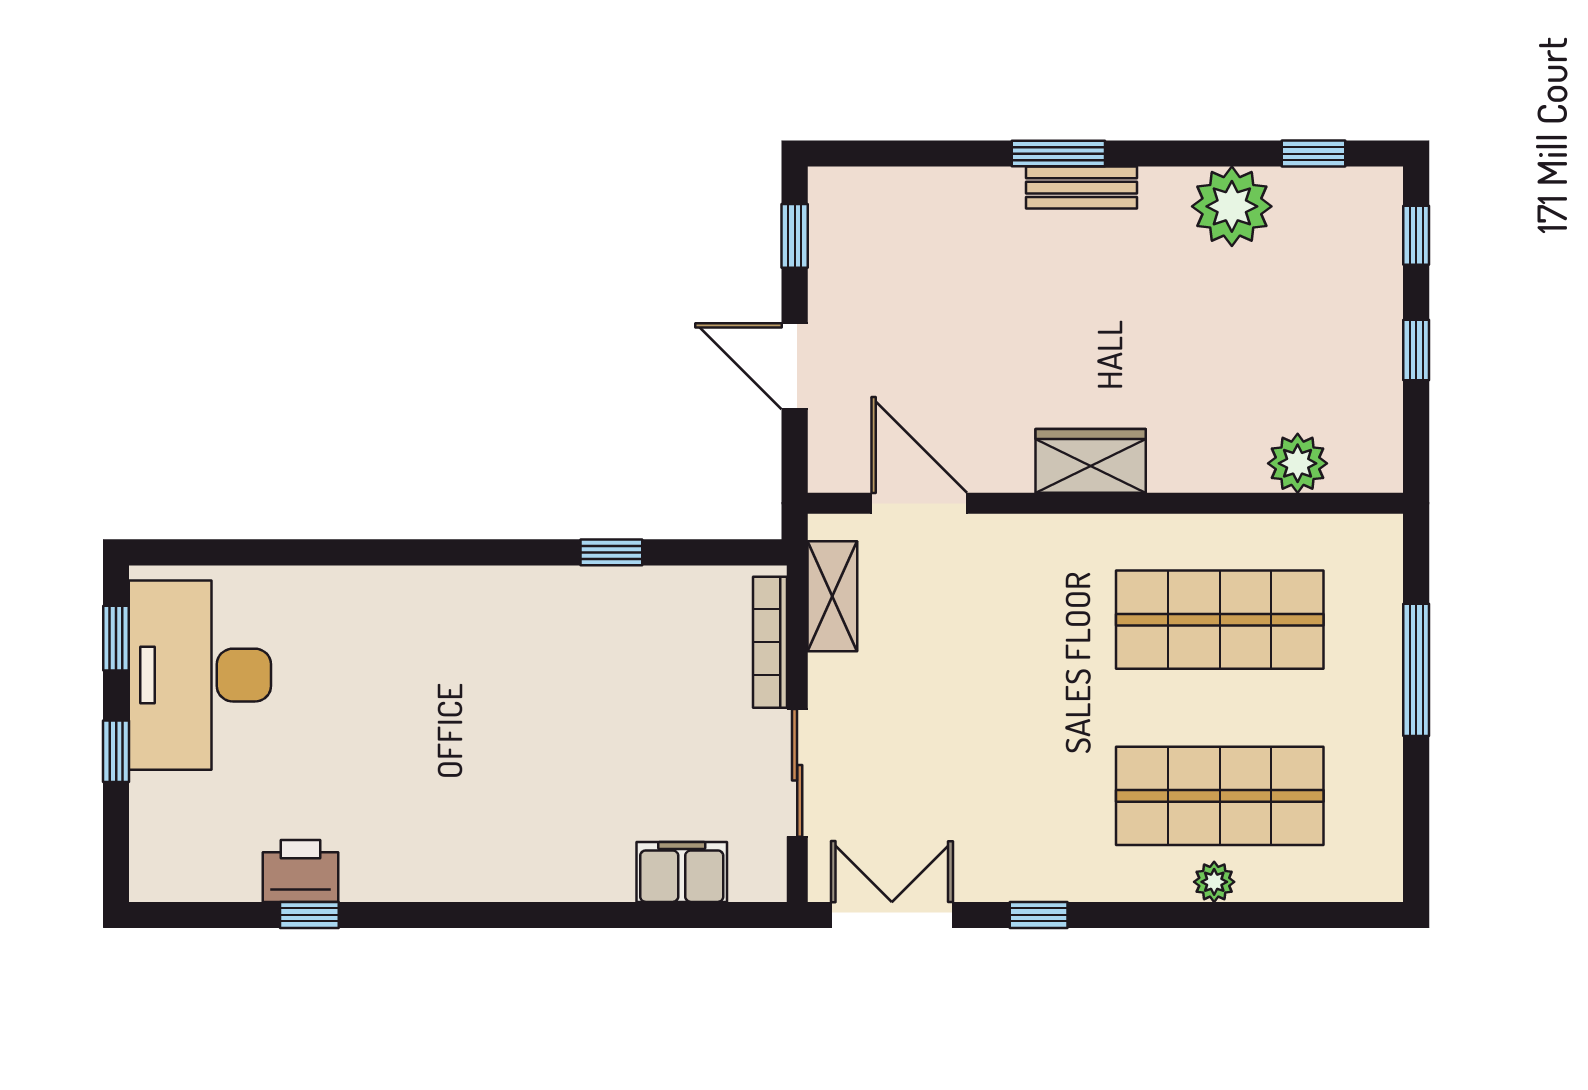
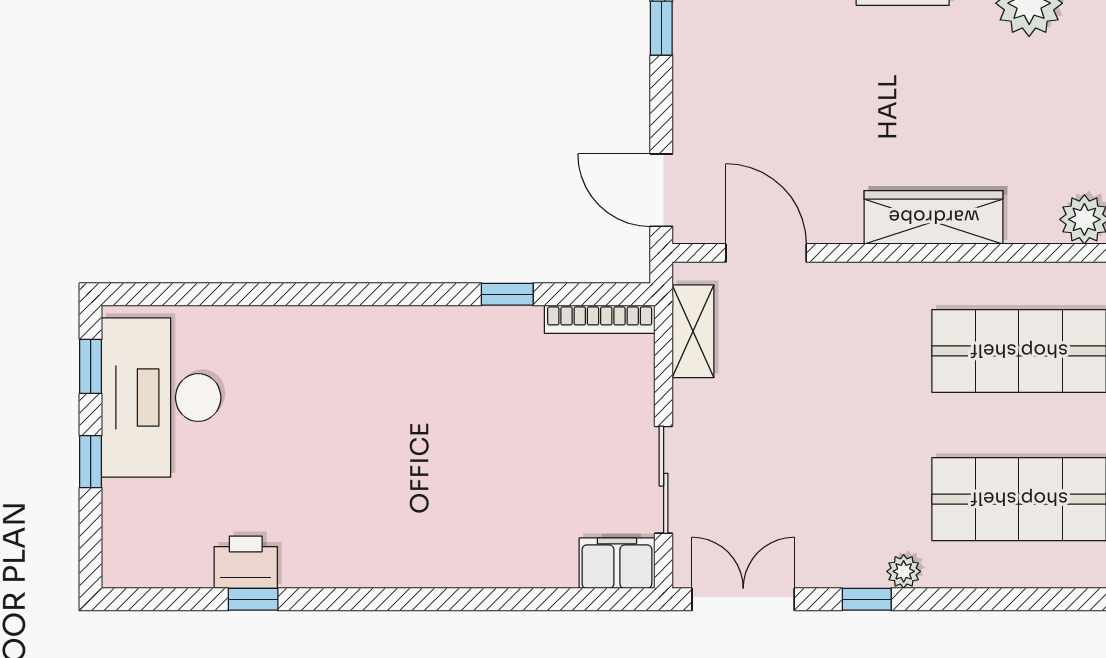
door: (795, 366) -> (661, 190), moved
wardrobe: (1091, 461) -> (934, 217), width x1.50
bookcase: (770, 642) -> (600, 319), moved, turned -90
filing cabinet: (682, 872) -> (617, 563), moved
plant: (1214, 882) -> (904, 571), moved

